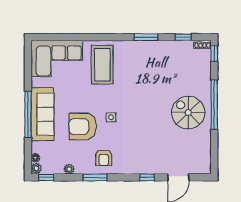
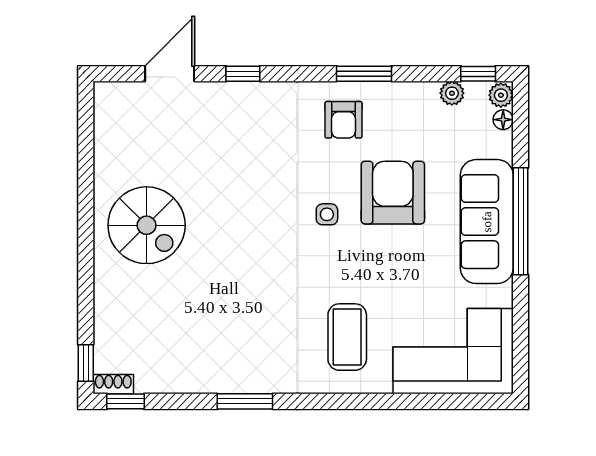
window: (183, 37) -> (125, 401), moved
coffee table: (102, 65) -> (347, 337), width x0.73, depth x0.76
window: (214, 105) -> (86, 243), removed
armchair: (83, 127) -> (393, 193), turned -90
armchair: (104, 158) -> (343, 120), turned 180
plant: (69, 169) -> (452, 93), moved

